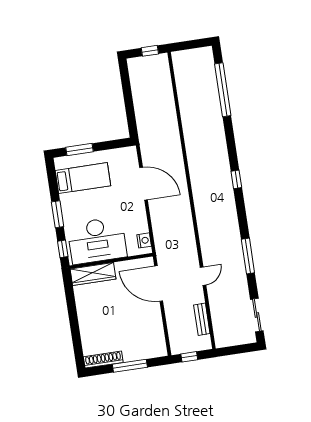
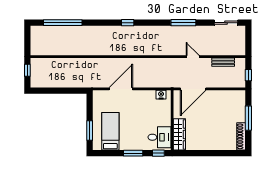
desk: (97, 240) -> (159, 137), width x0.53, depth x0.77

